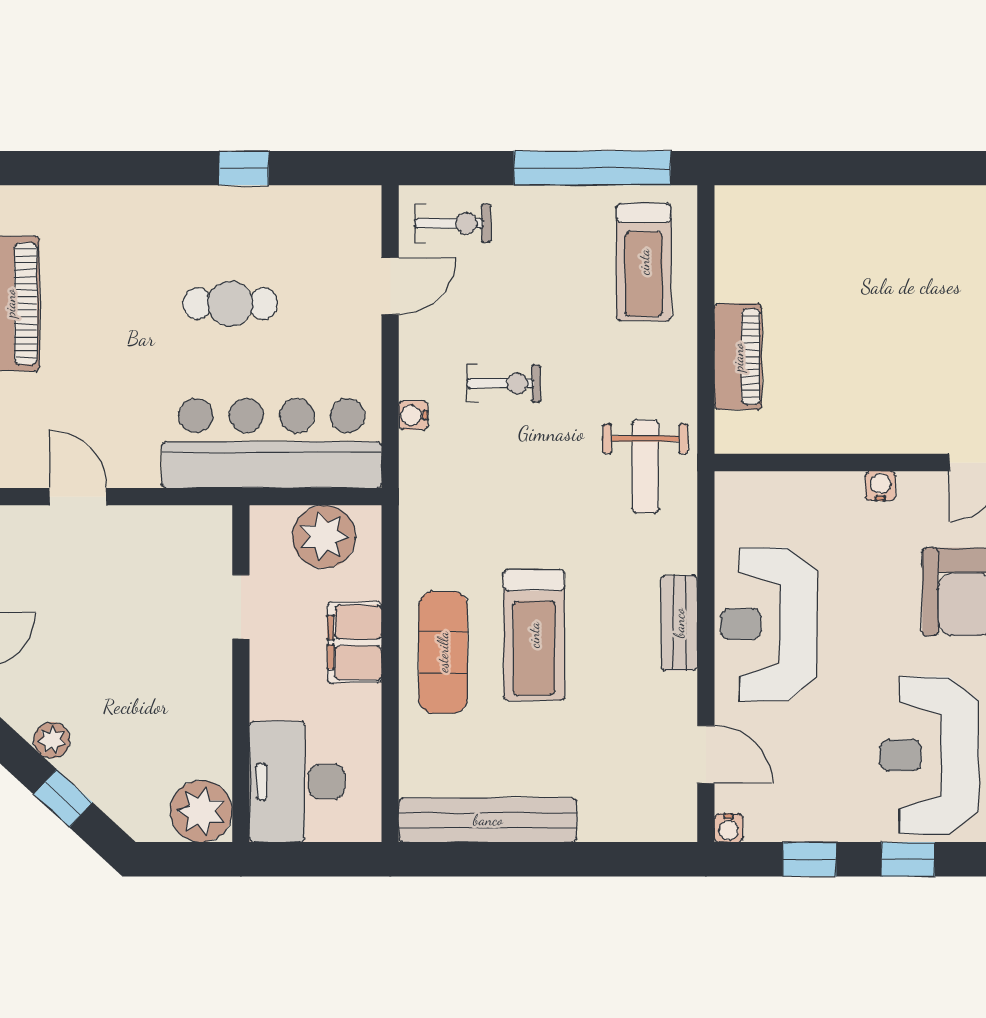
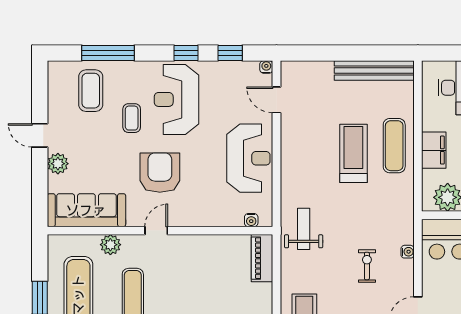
piano: (738, 357) -> (262, 258), moved
exercise bike: (504, 383) -> (367, 266), turned 90
water cooler: (881, 486) -> (251, 220), moved
bench: (679, 623) -> (289, 159), removed
reception desk: (929, 755) -> (177, 99), turned 180

